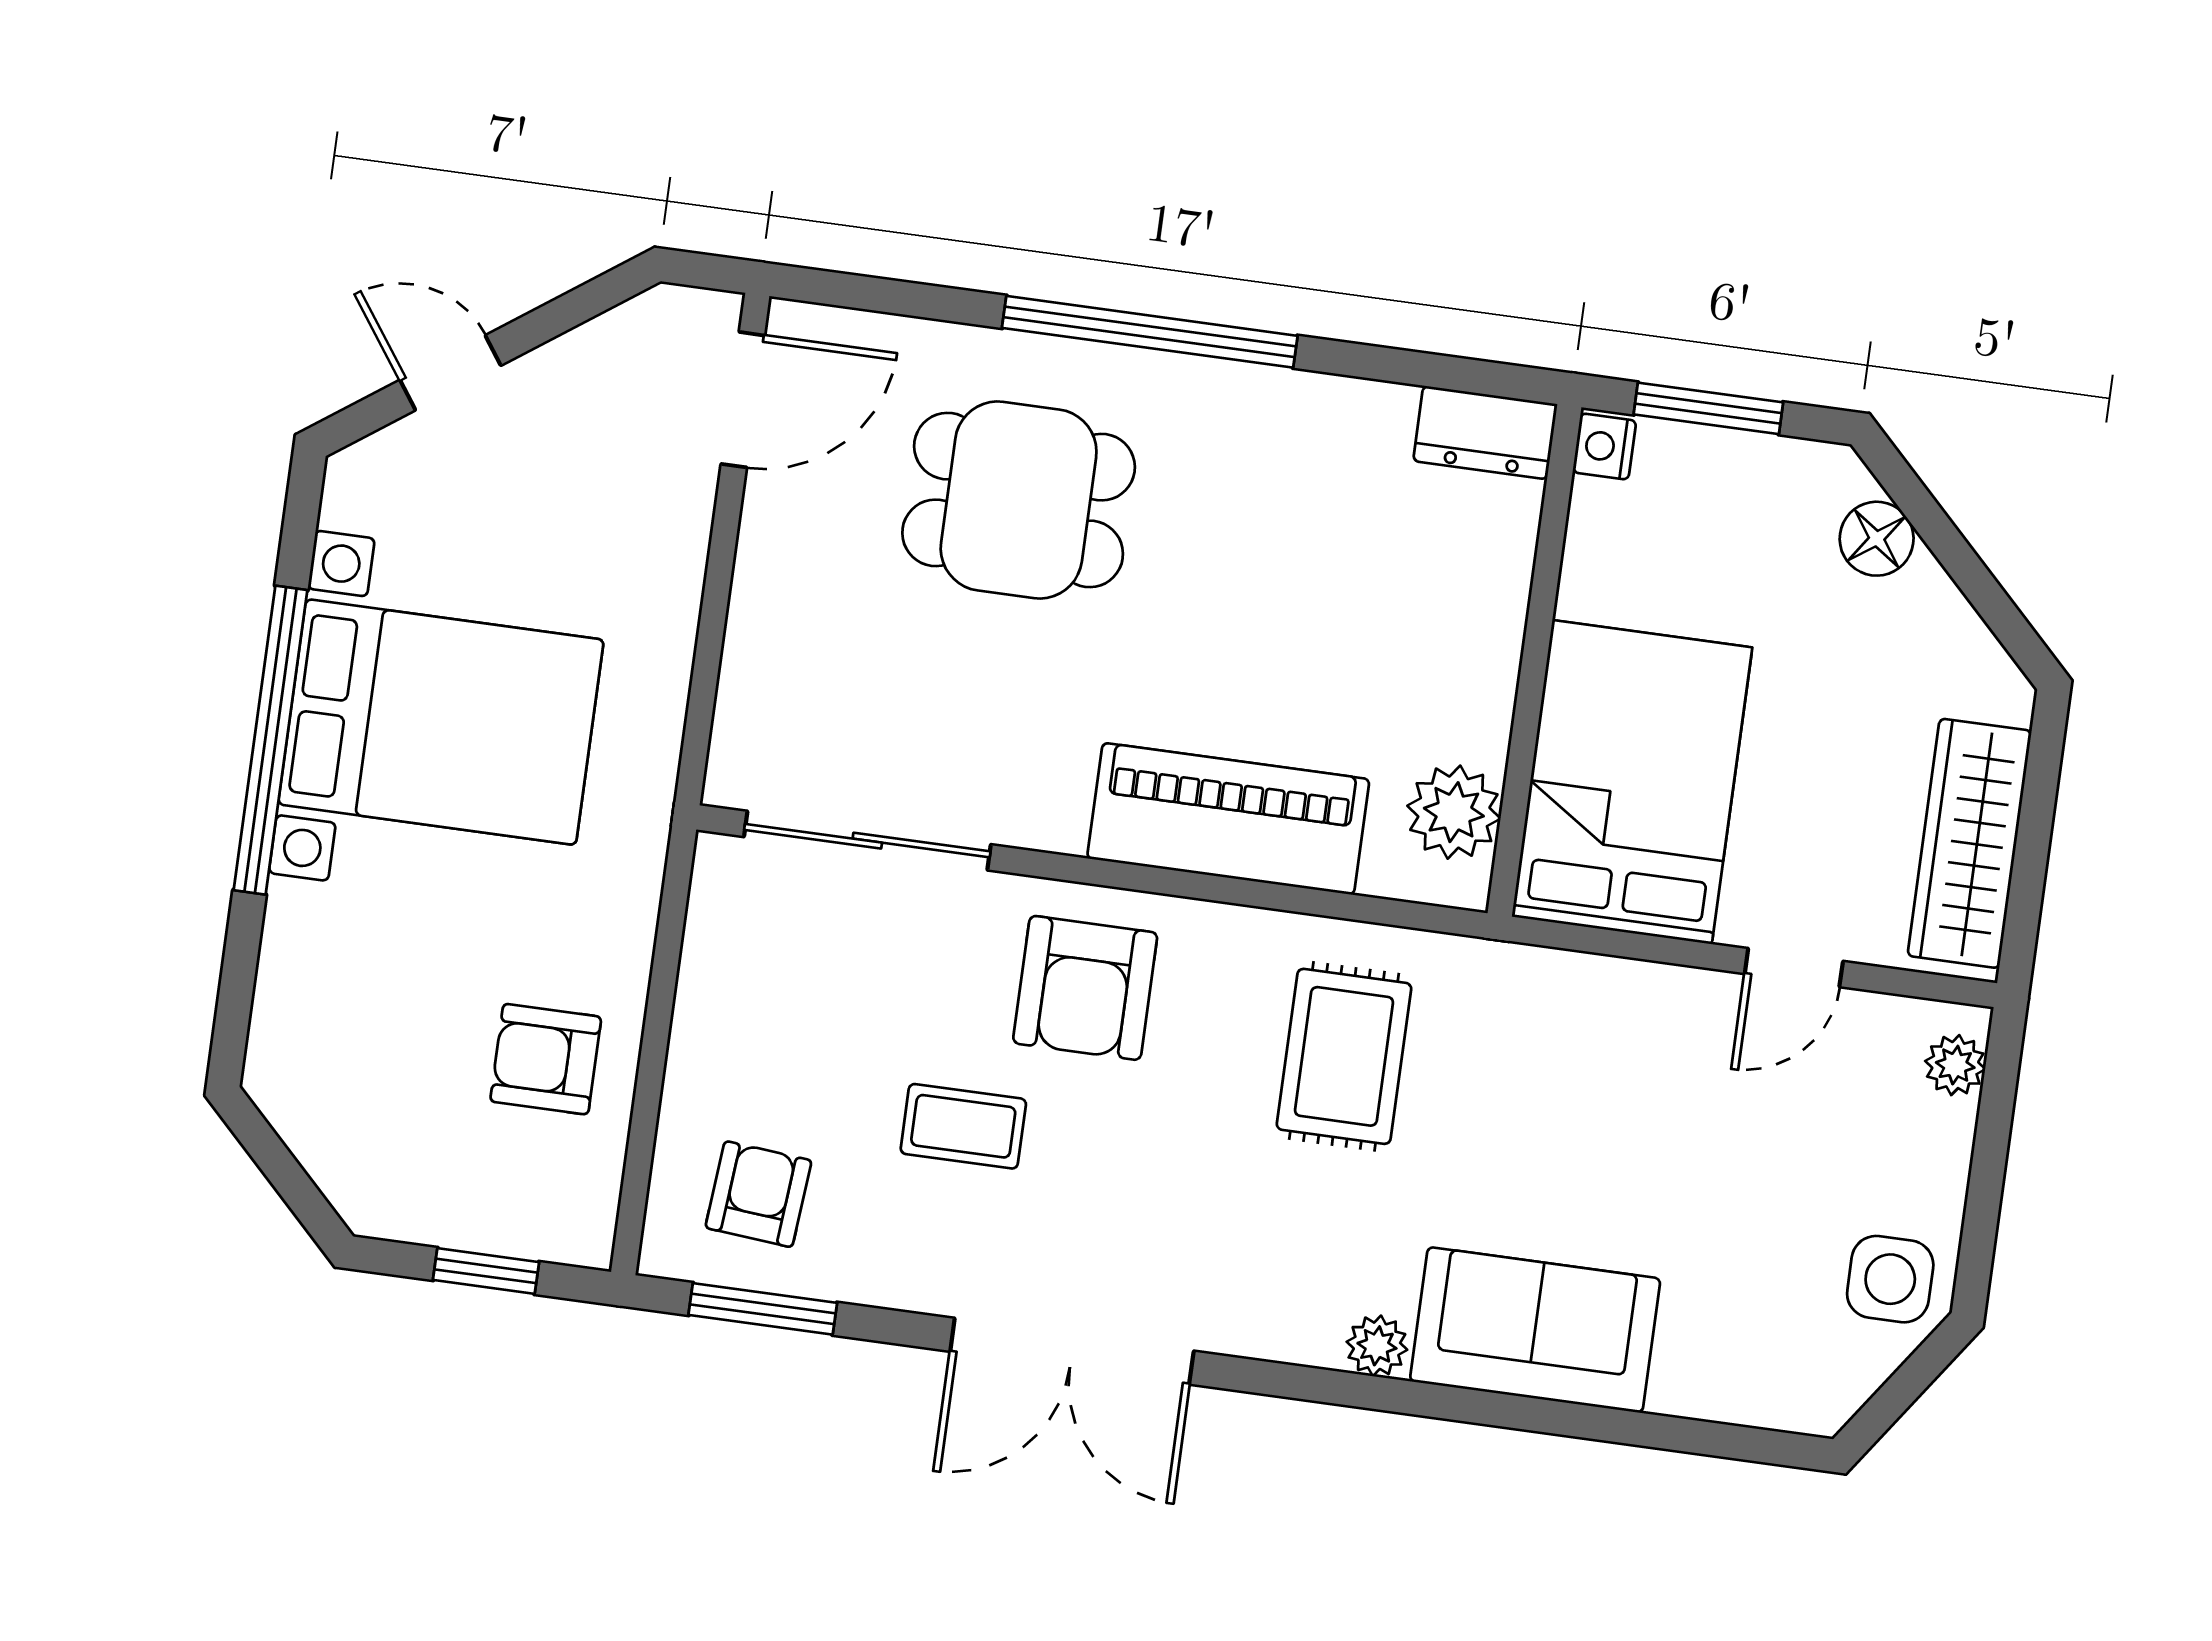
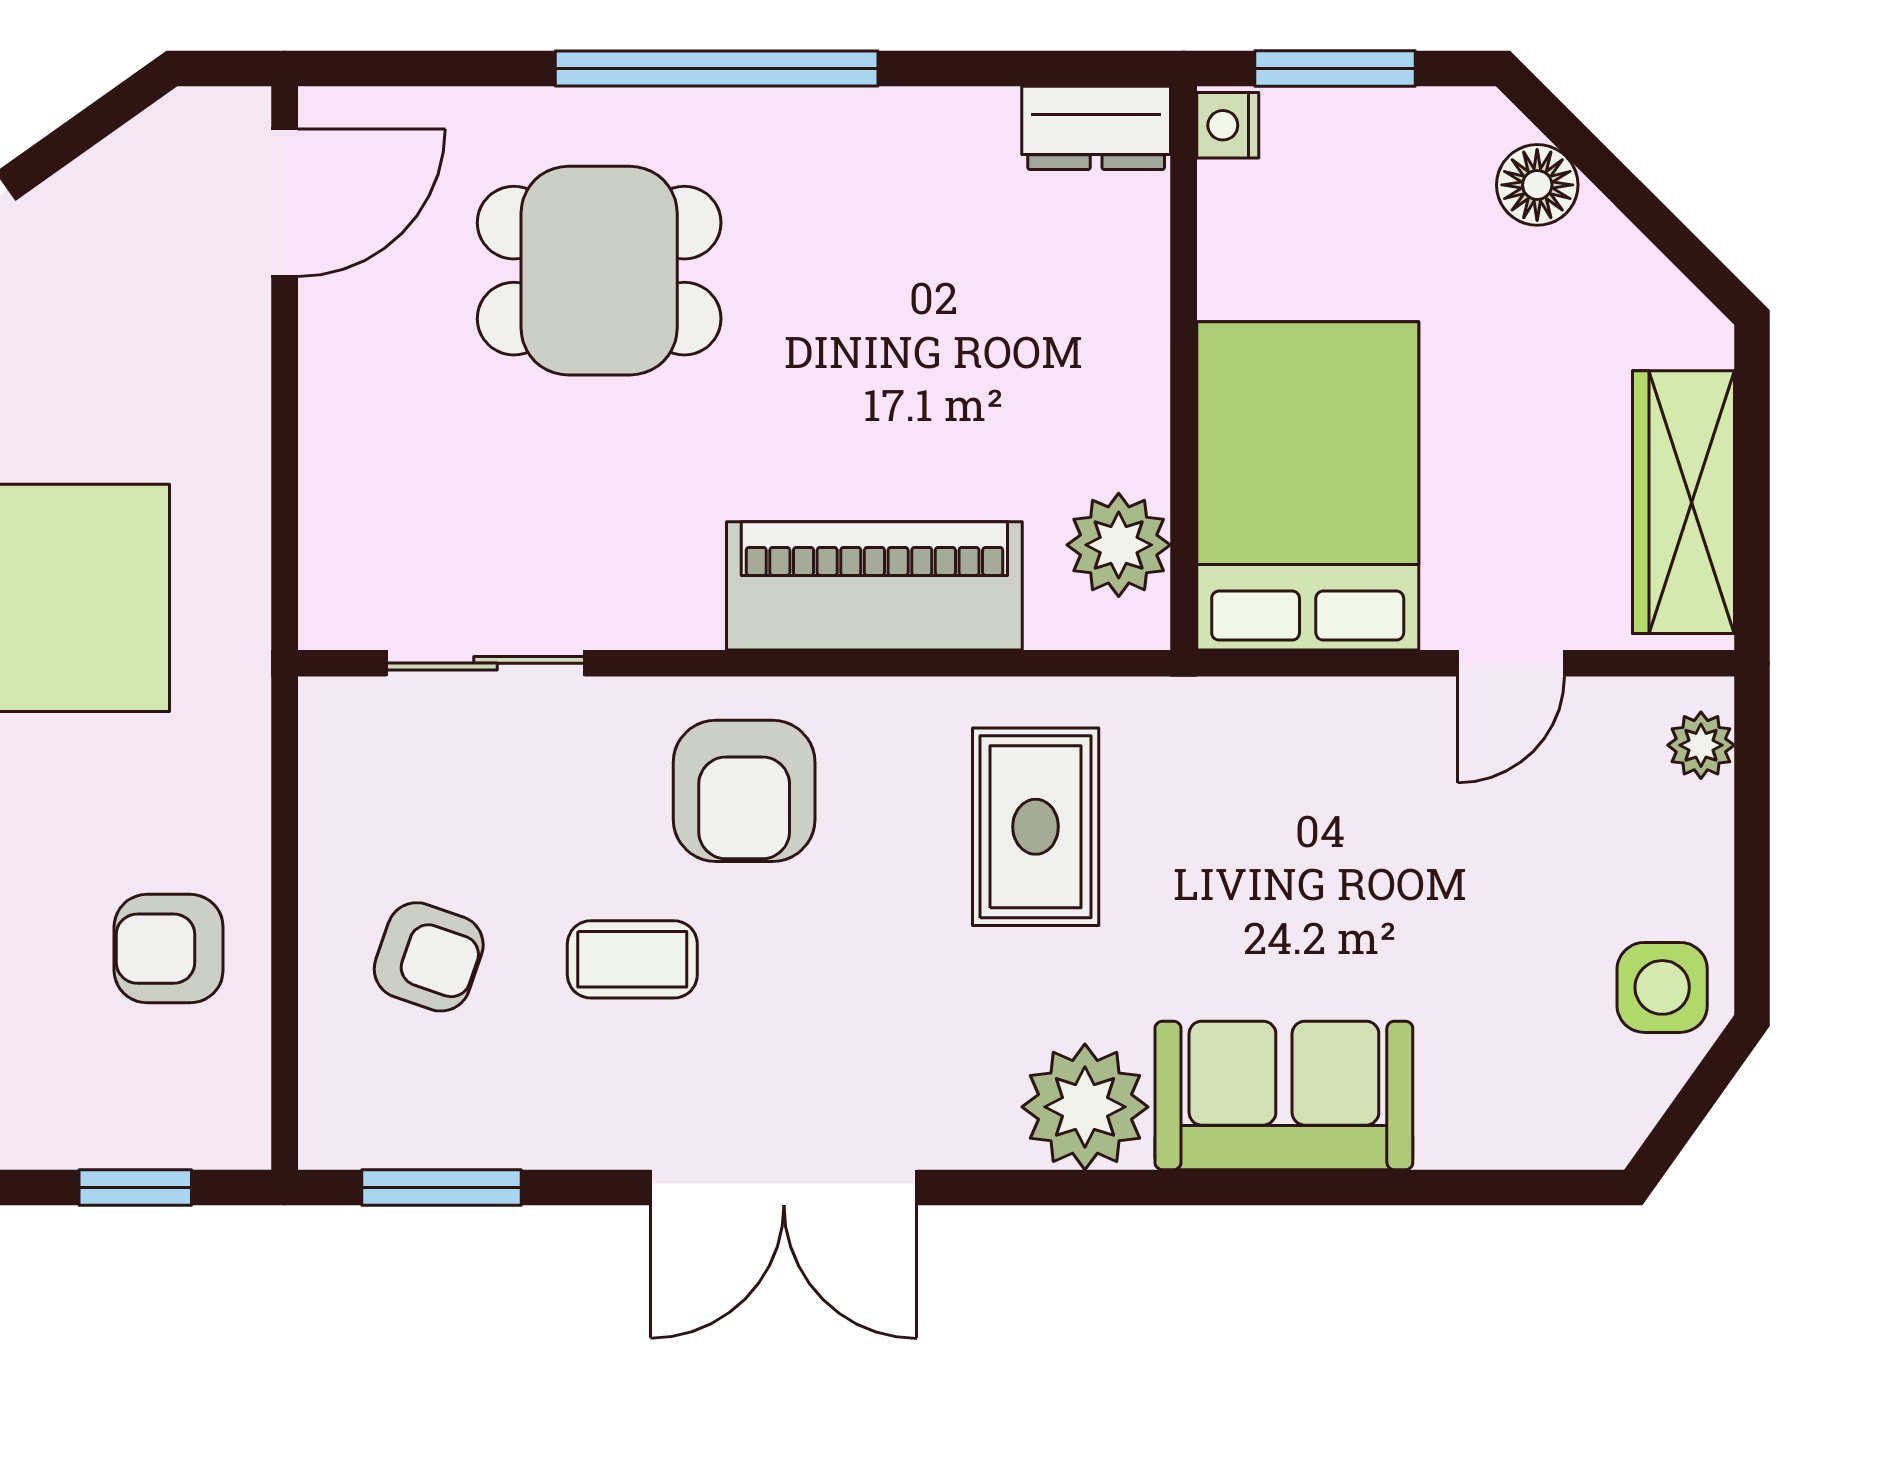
sliding door: (867, 841) -> (486, 663), width x0.73
armchair: (758, 1194) -> (429, 957), moved, turned 104
plant: (1377, 1346) -> (1085, 1107), width x1.88, depth x1.88

